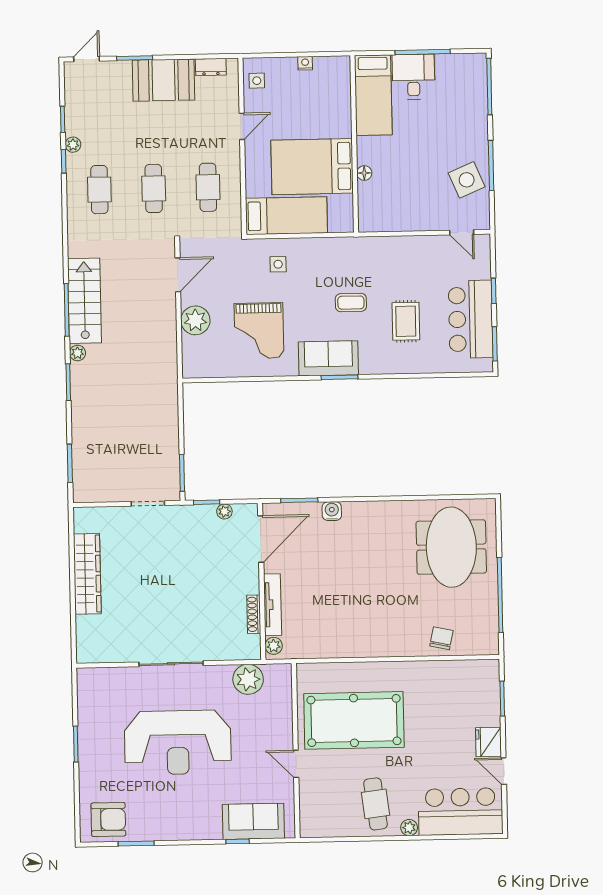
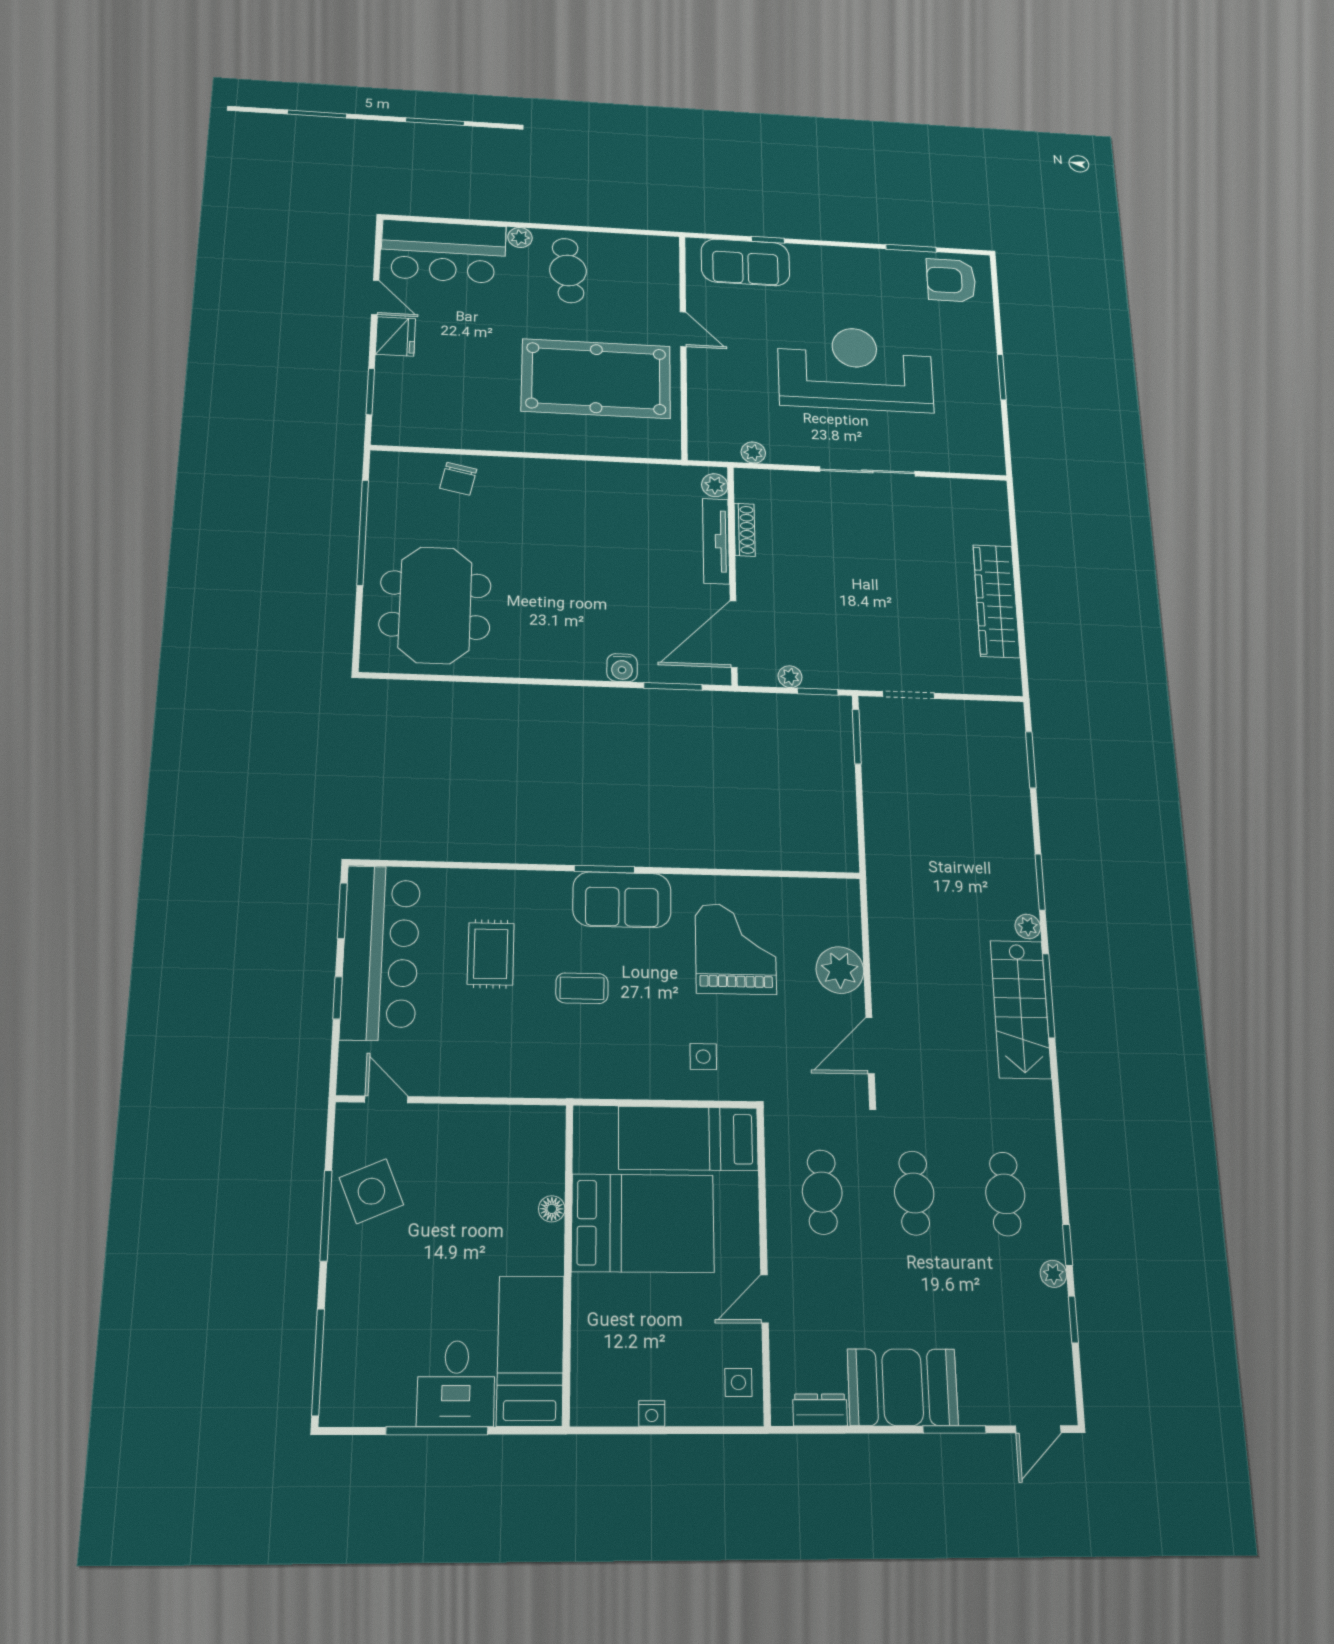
bar counter: (471, 319) -> (381, 953), width x1.36
plant: (248, 679) -> (753, 453), width x0.53, depth x0.53

